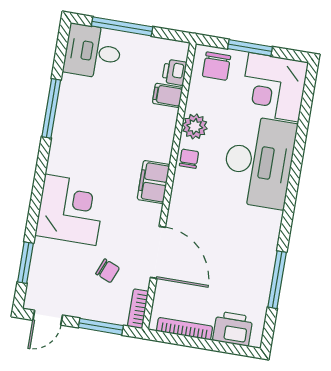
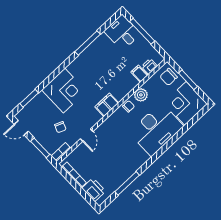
door: (158, 252) -> (87, 135), width x0.53

